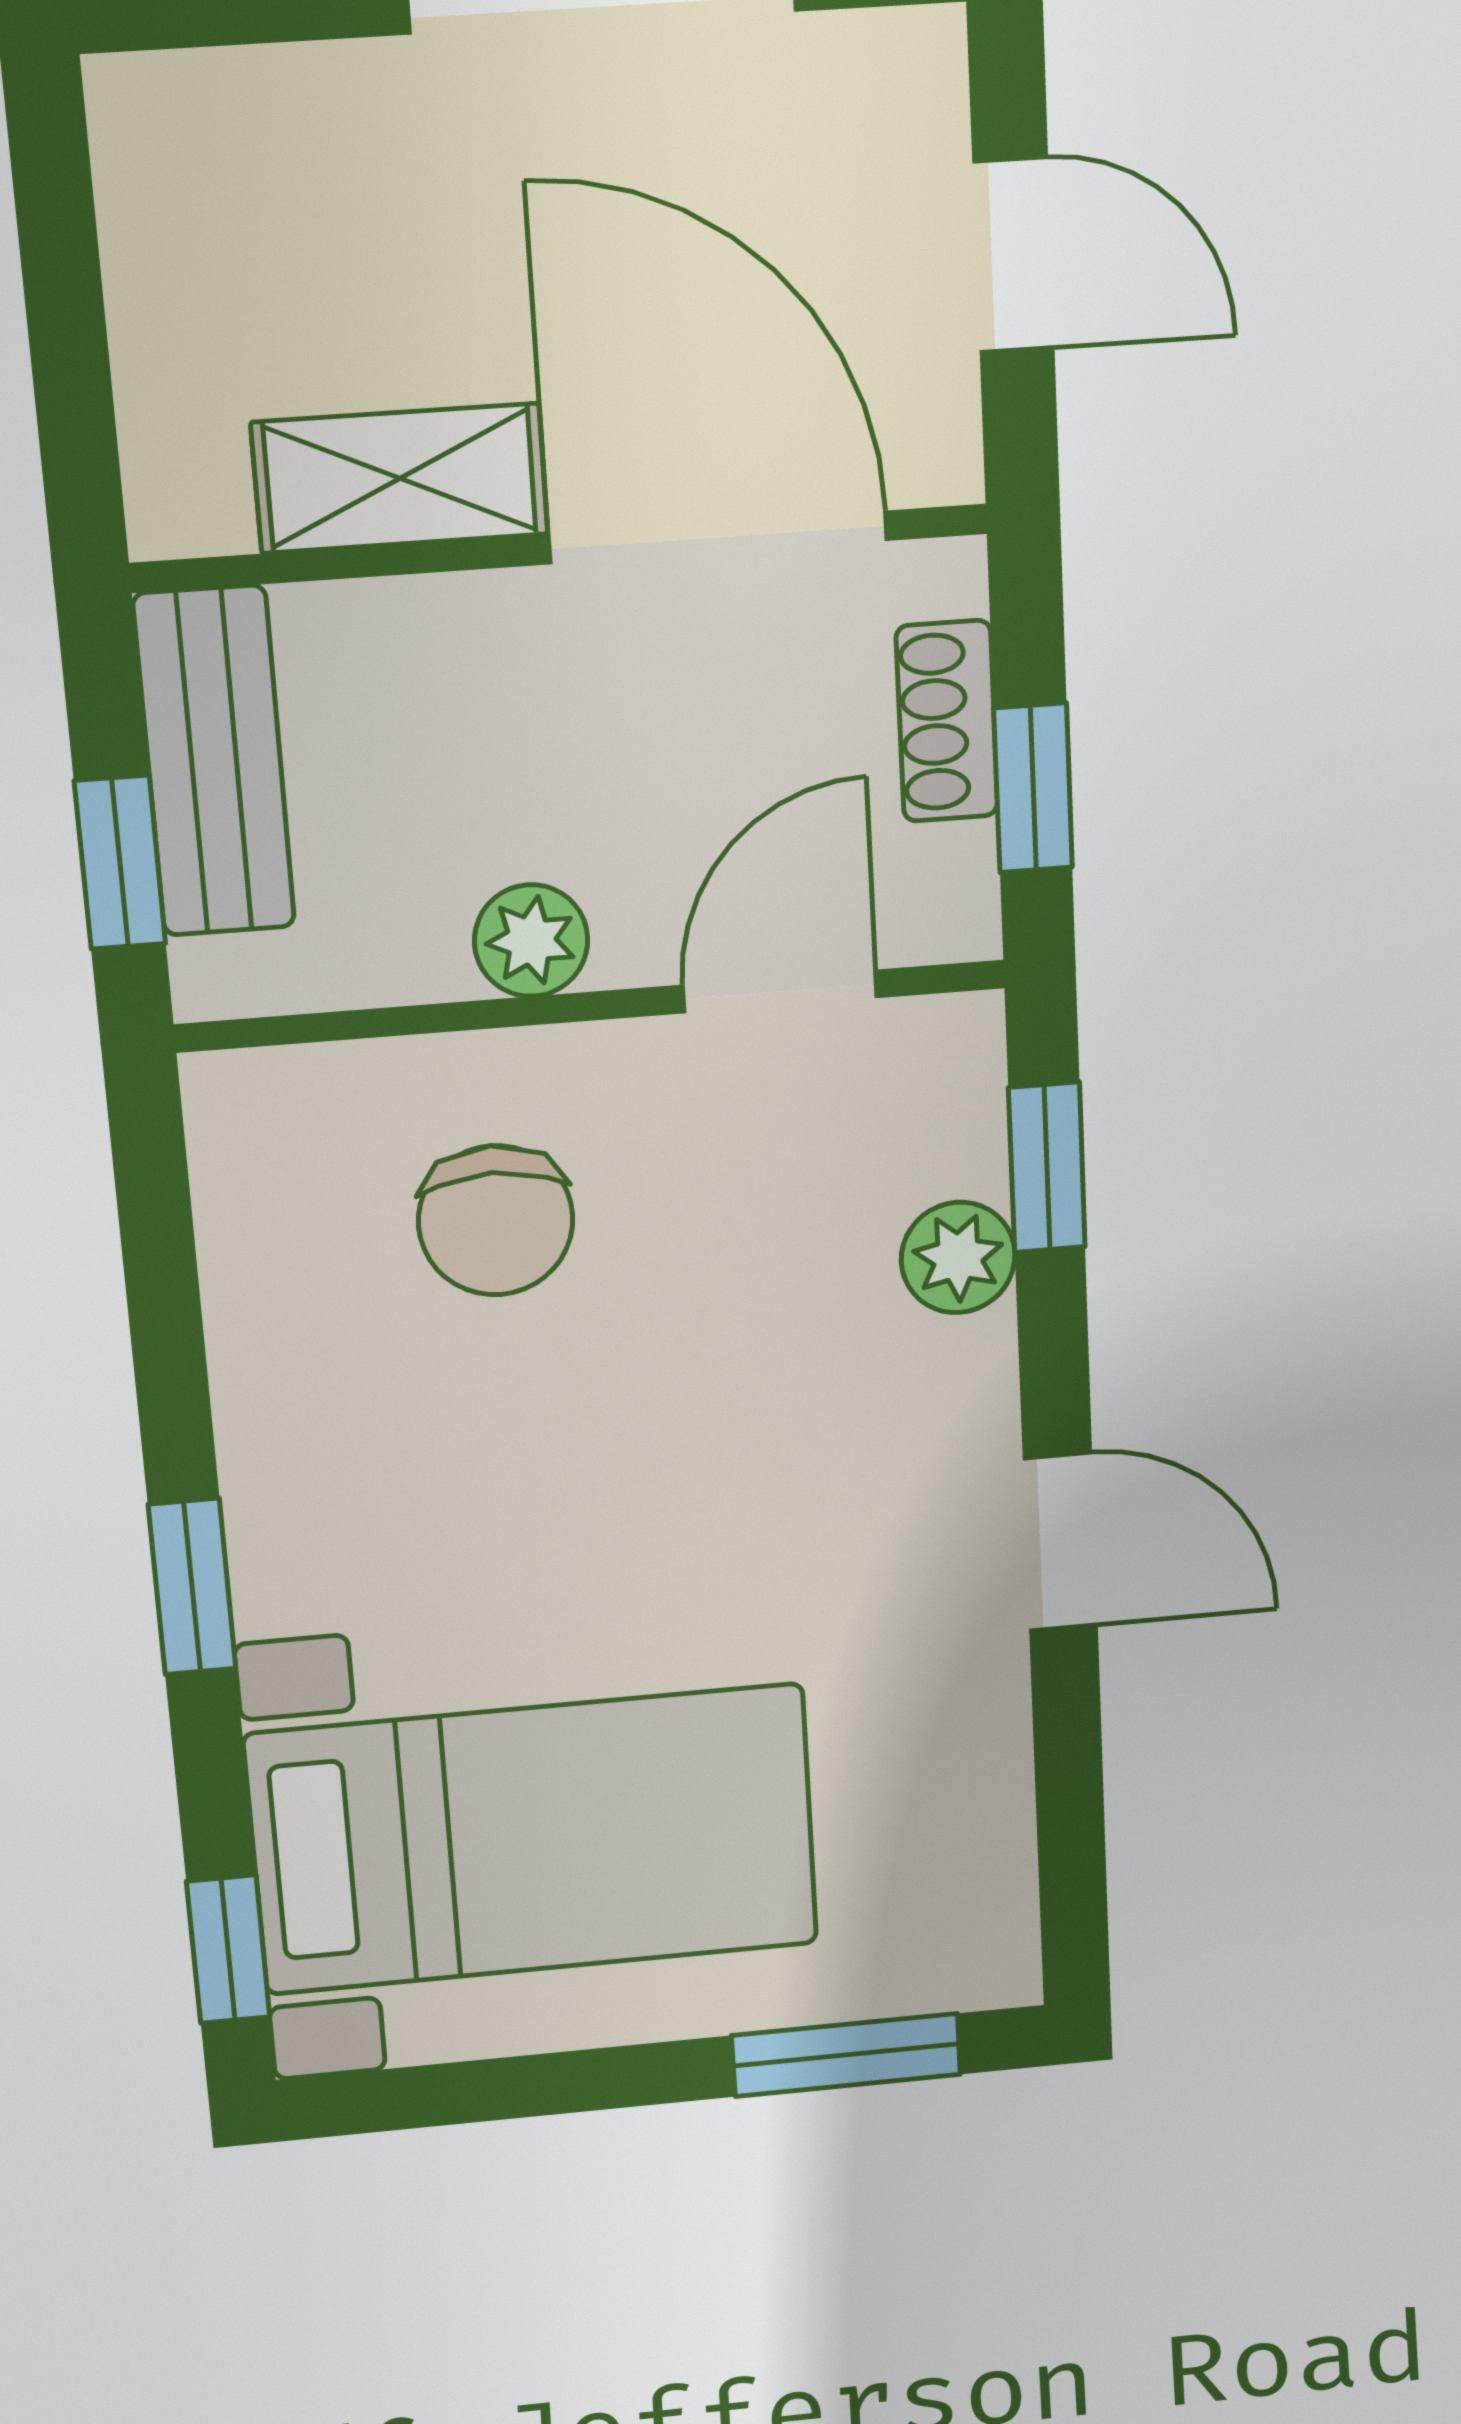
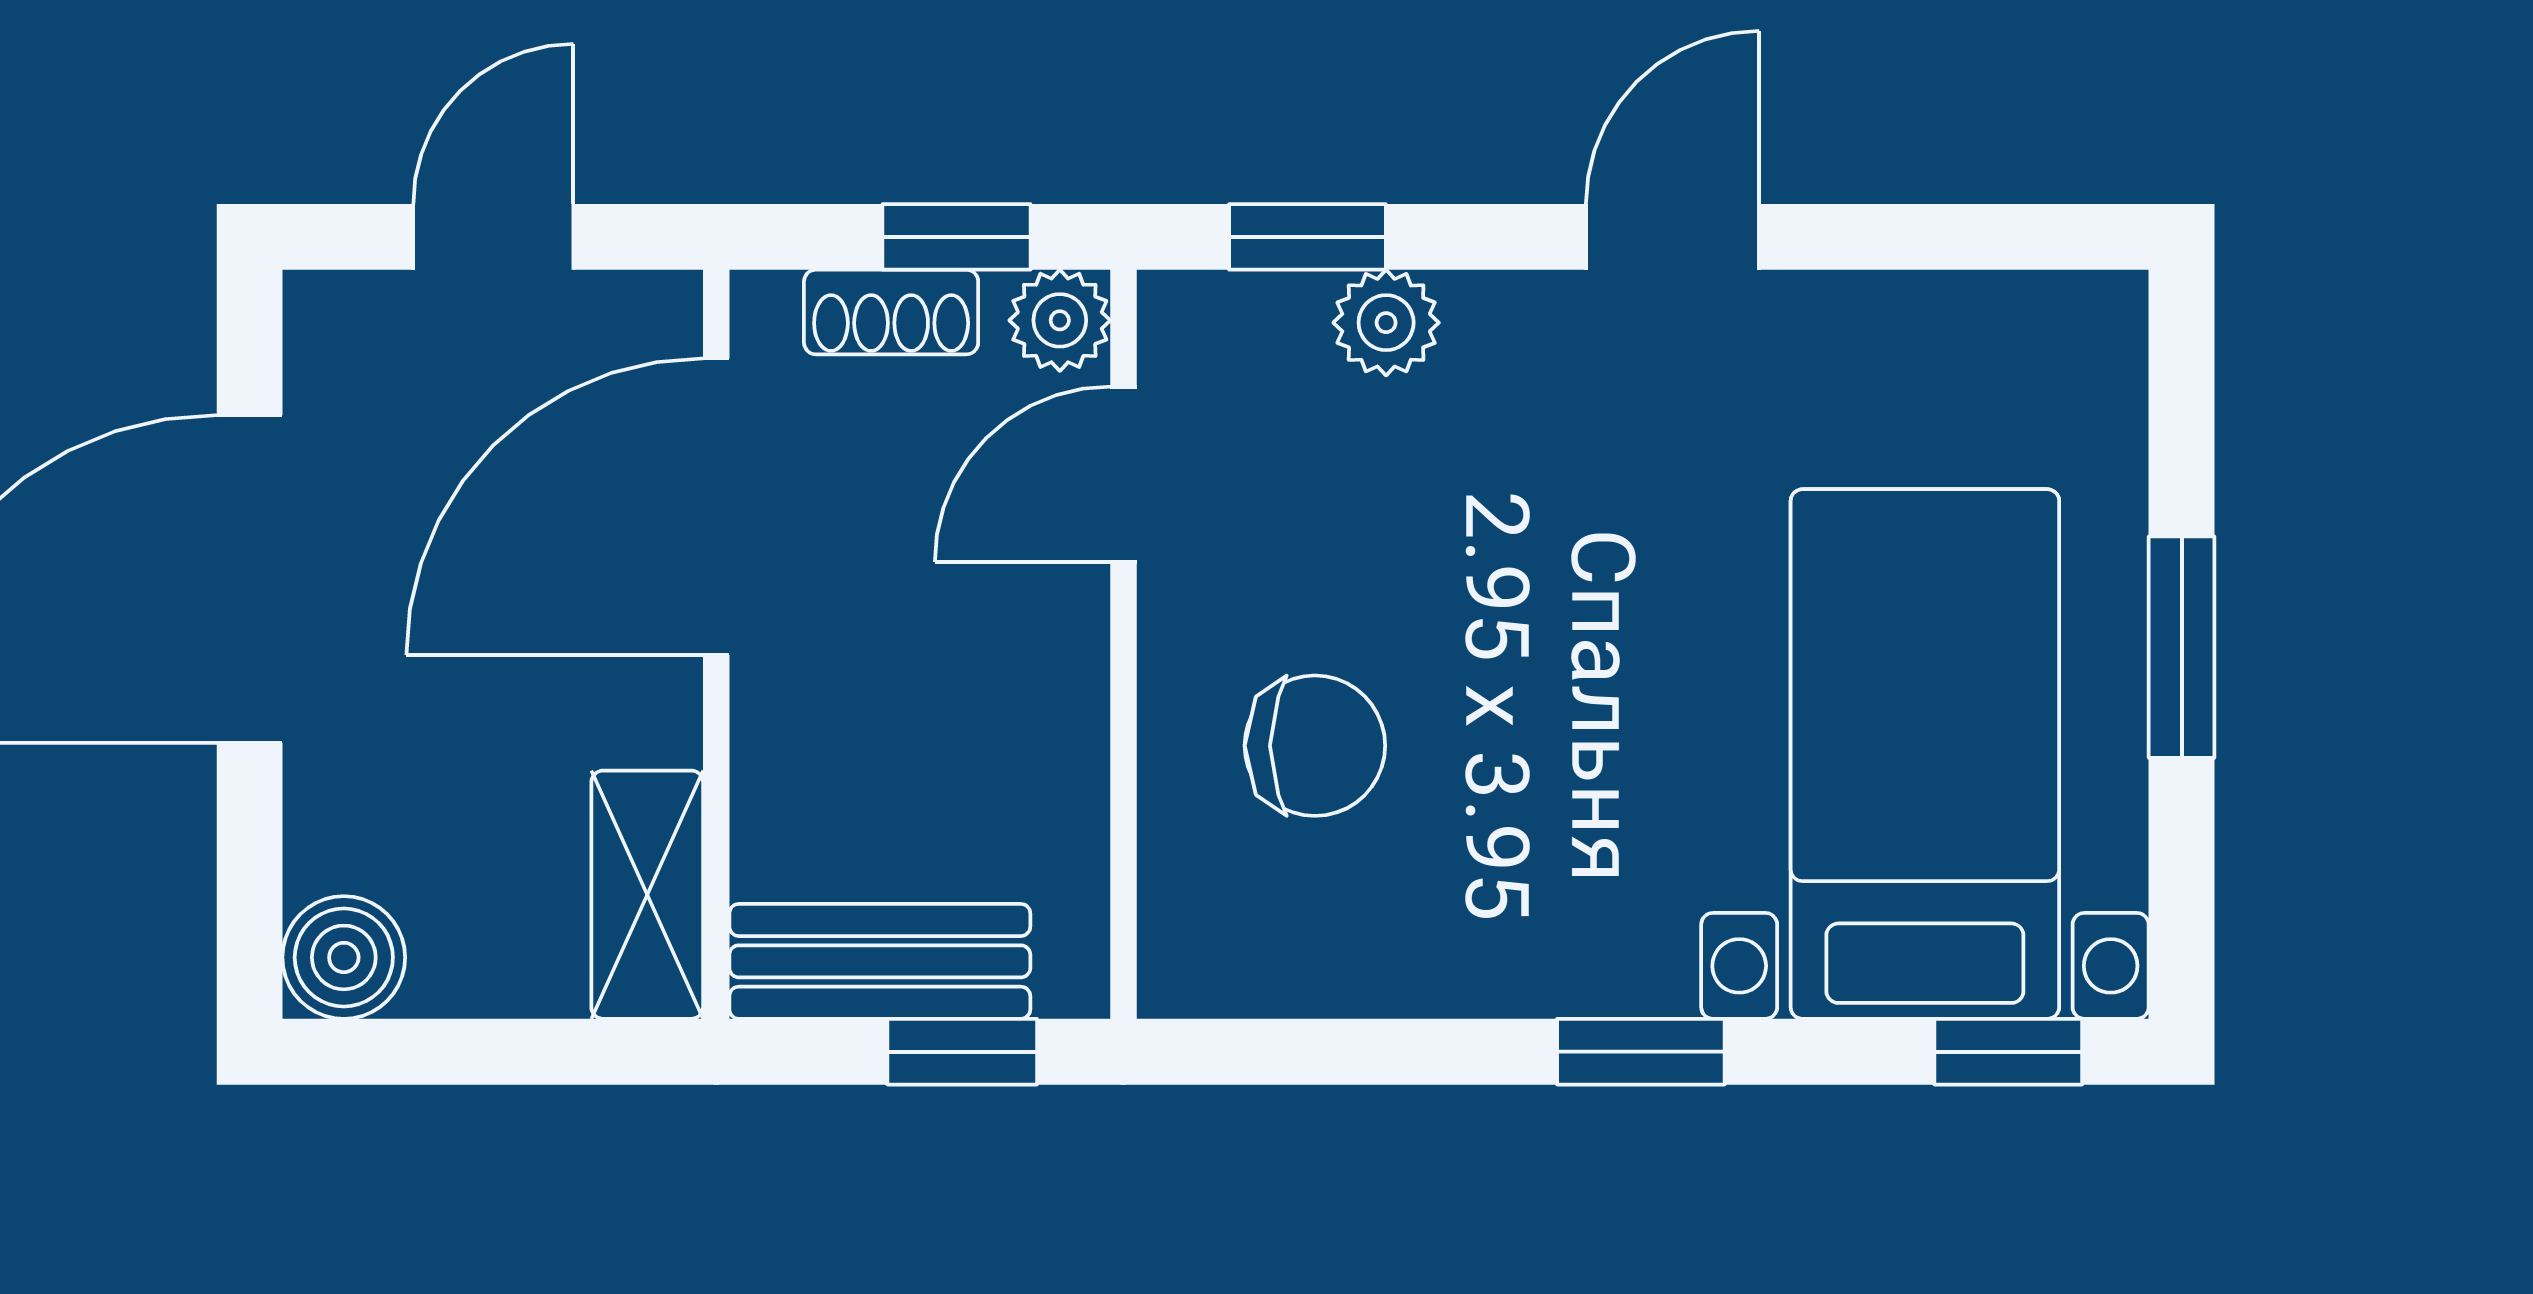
boiler: (160, 126) -> (344, 957), added
shelving: (400, 478) -> (647, 895), moved
plant: (531, 941) -> (1060, 320), moved
door: (780, 991) -> (1124, 474), hinge flipped
window: (846, 2055) -> (2182, 647), moved

